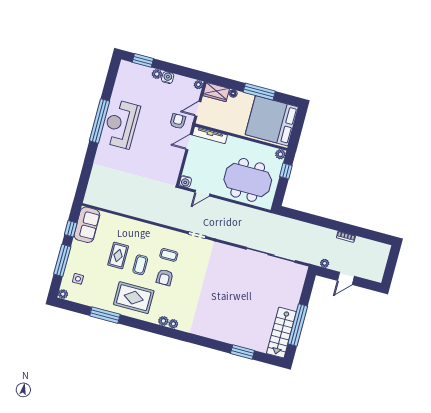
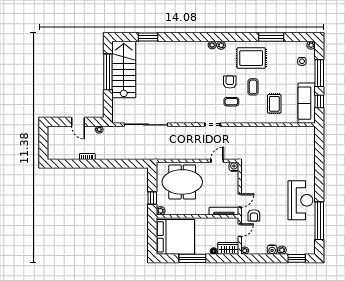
window: (100, 121) -> (319, 221), moved
sofa: (87, 225) -> (307, 103), width x1.36
rug: (118, 256) -> (274, 104), moved
door: (346, 278) -> (78, 122), swing flipped
stairs: (281, 333) -> (124, 70), width x1.36, depth x1.51

